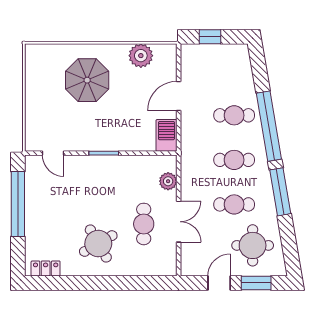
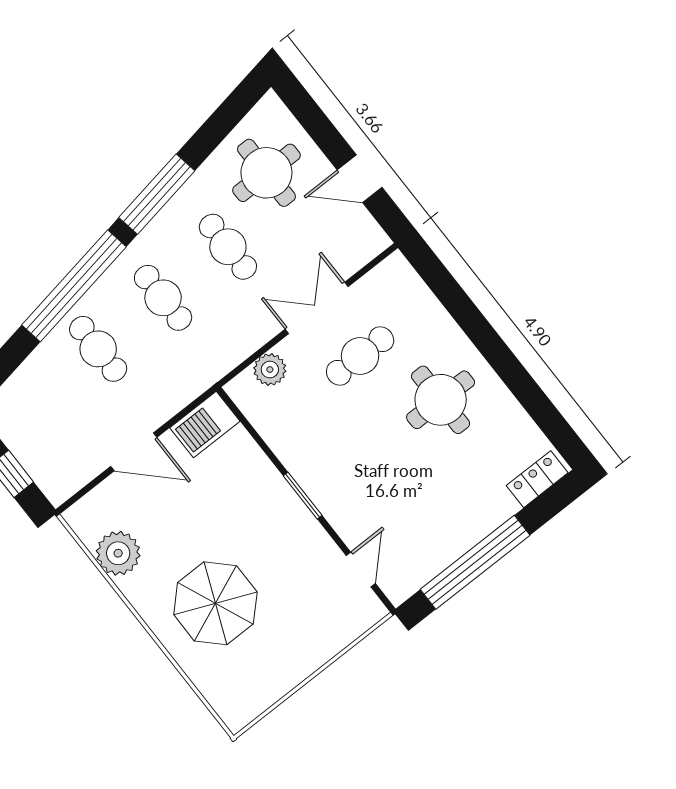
round table: (98, 244) -> (441, 400), turned 30
locker: (46, 268) -> (537, 479), moved, turned 90
window: (256, 283) -> (317, 125), removed

